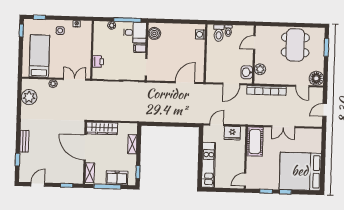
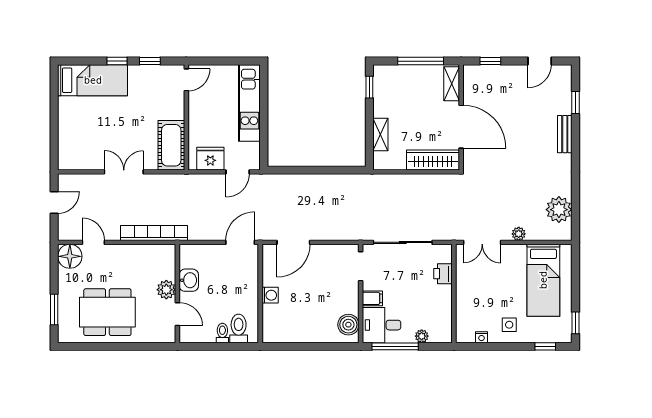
washing machine: (200, 34) -> (270, 295), moved
door: (254, 43) -> (177, 314), hinge flipped
dining table: (295, 45) -> (107, 312), turned 90
plant: (260, 69) -> (166, 290), moved
washbasin: (247, 72) -> (189, 280), moved
door: (231, 84) -> (240, 242), moved
bed: (300, 171) -> (93, 80), width x0.49
freezer: (117, 178) -> (405, 76), removed

